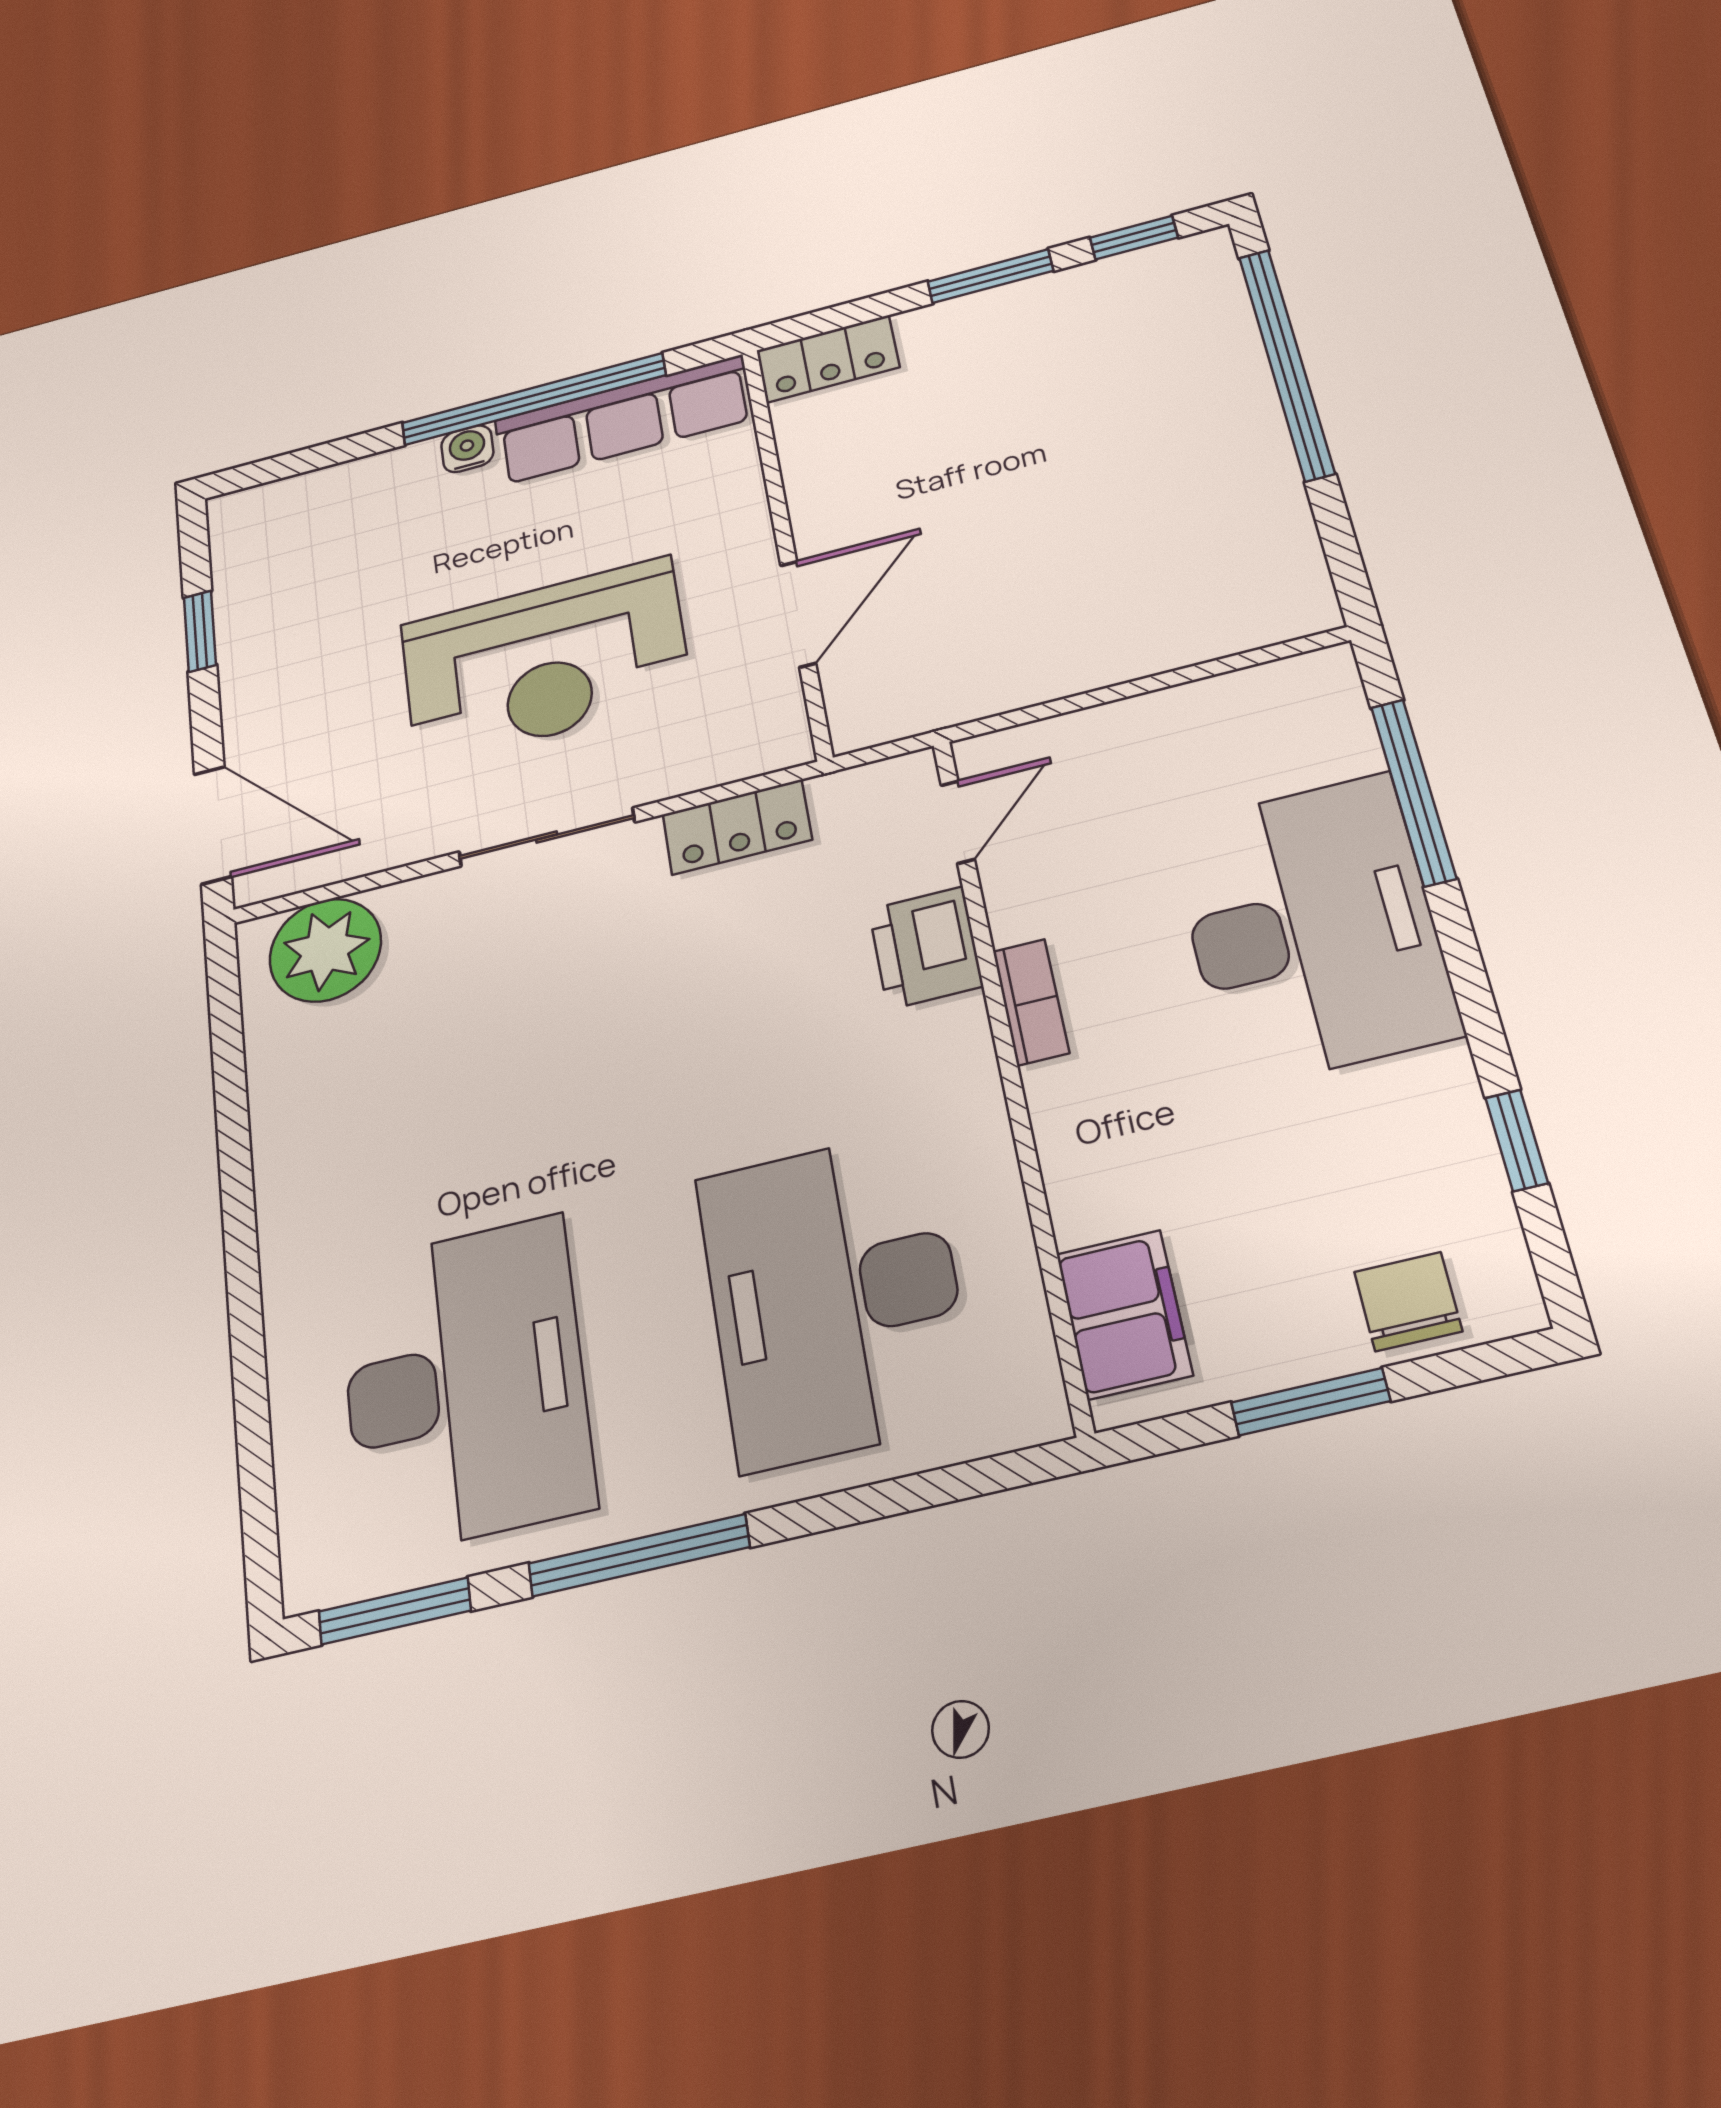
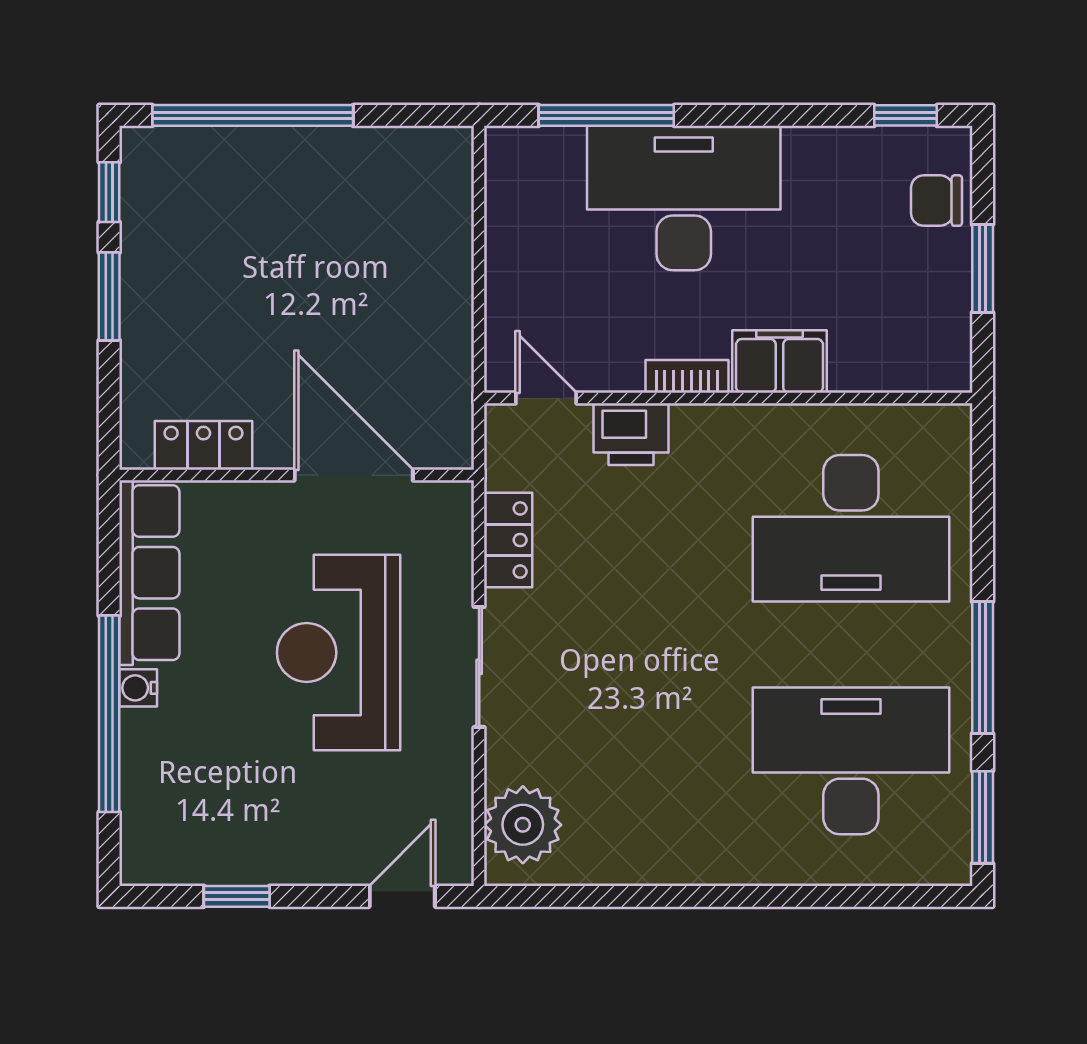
locker: (828, 359) -> (203, 445), moved, turned -90
window: (533, 399) -> (109, 714), moved
door: (798, 614) -> (354, 475), width x1.36
reception desk: (545, 661) -> (339, 653), turned 180
door: (213, 825) -> (402, 896), width x0.73
window: (1517, 1140) -> (905, 115), moved
filing cabinet: (1124, 1314) -> (779, 361), moved

